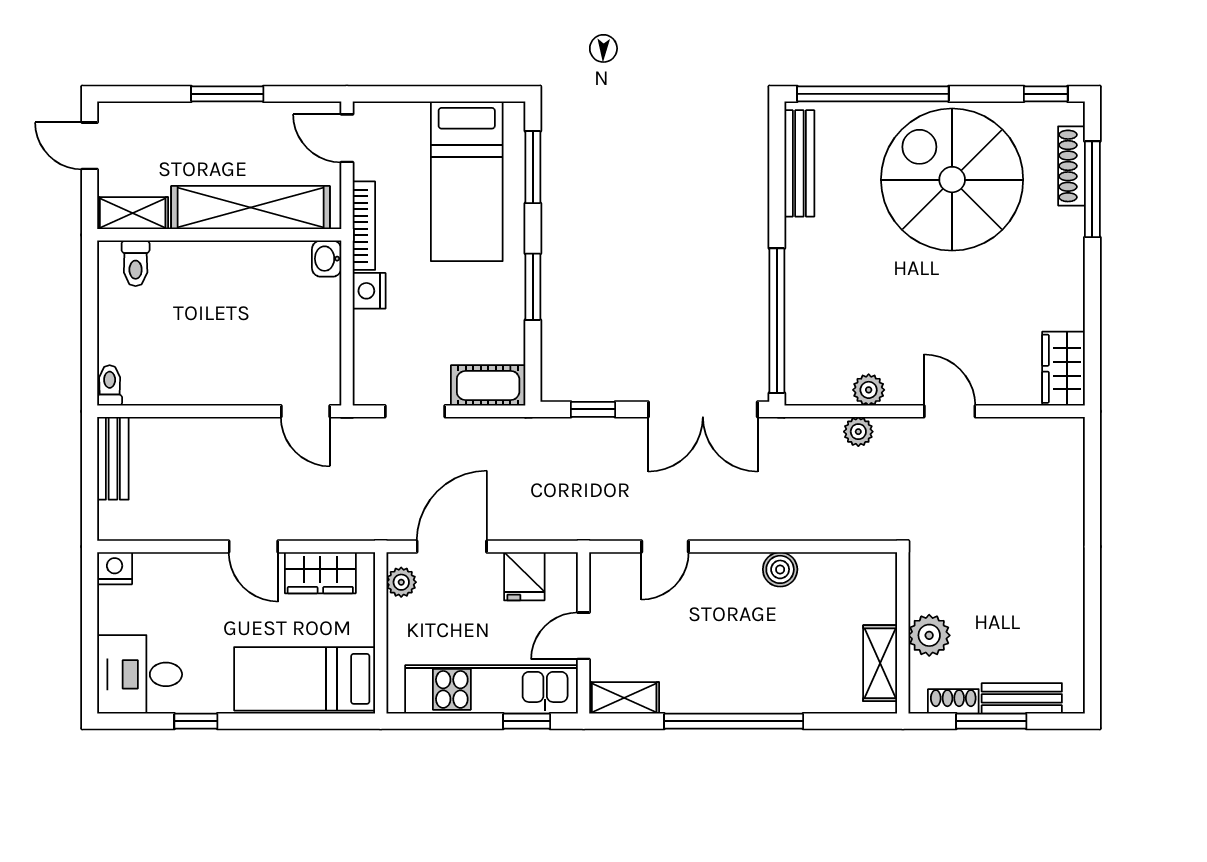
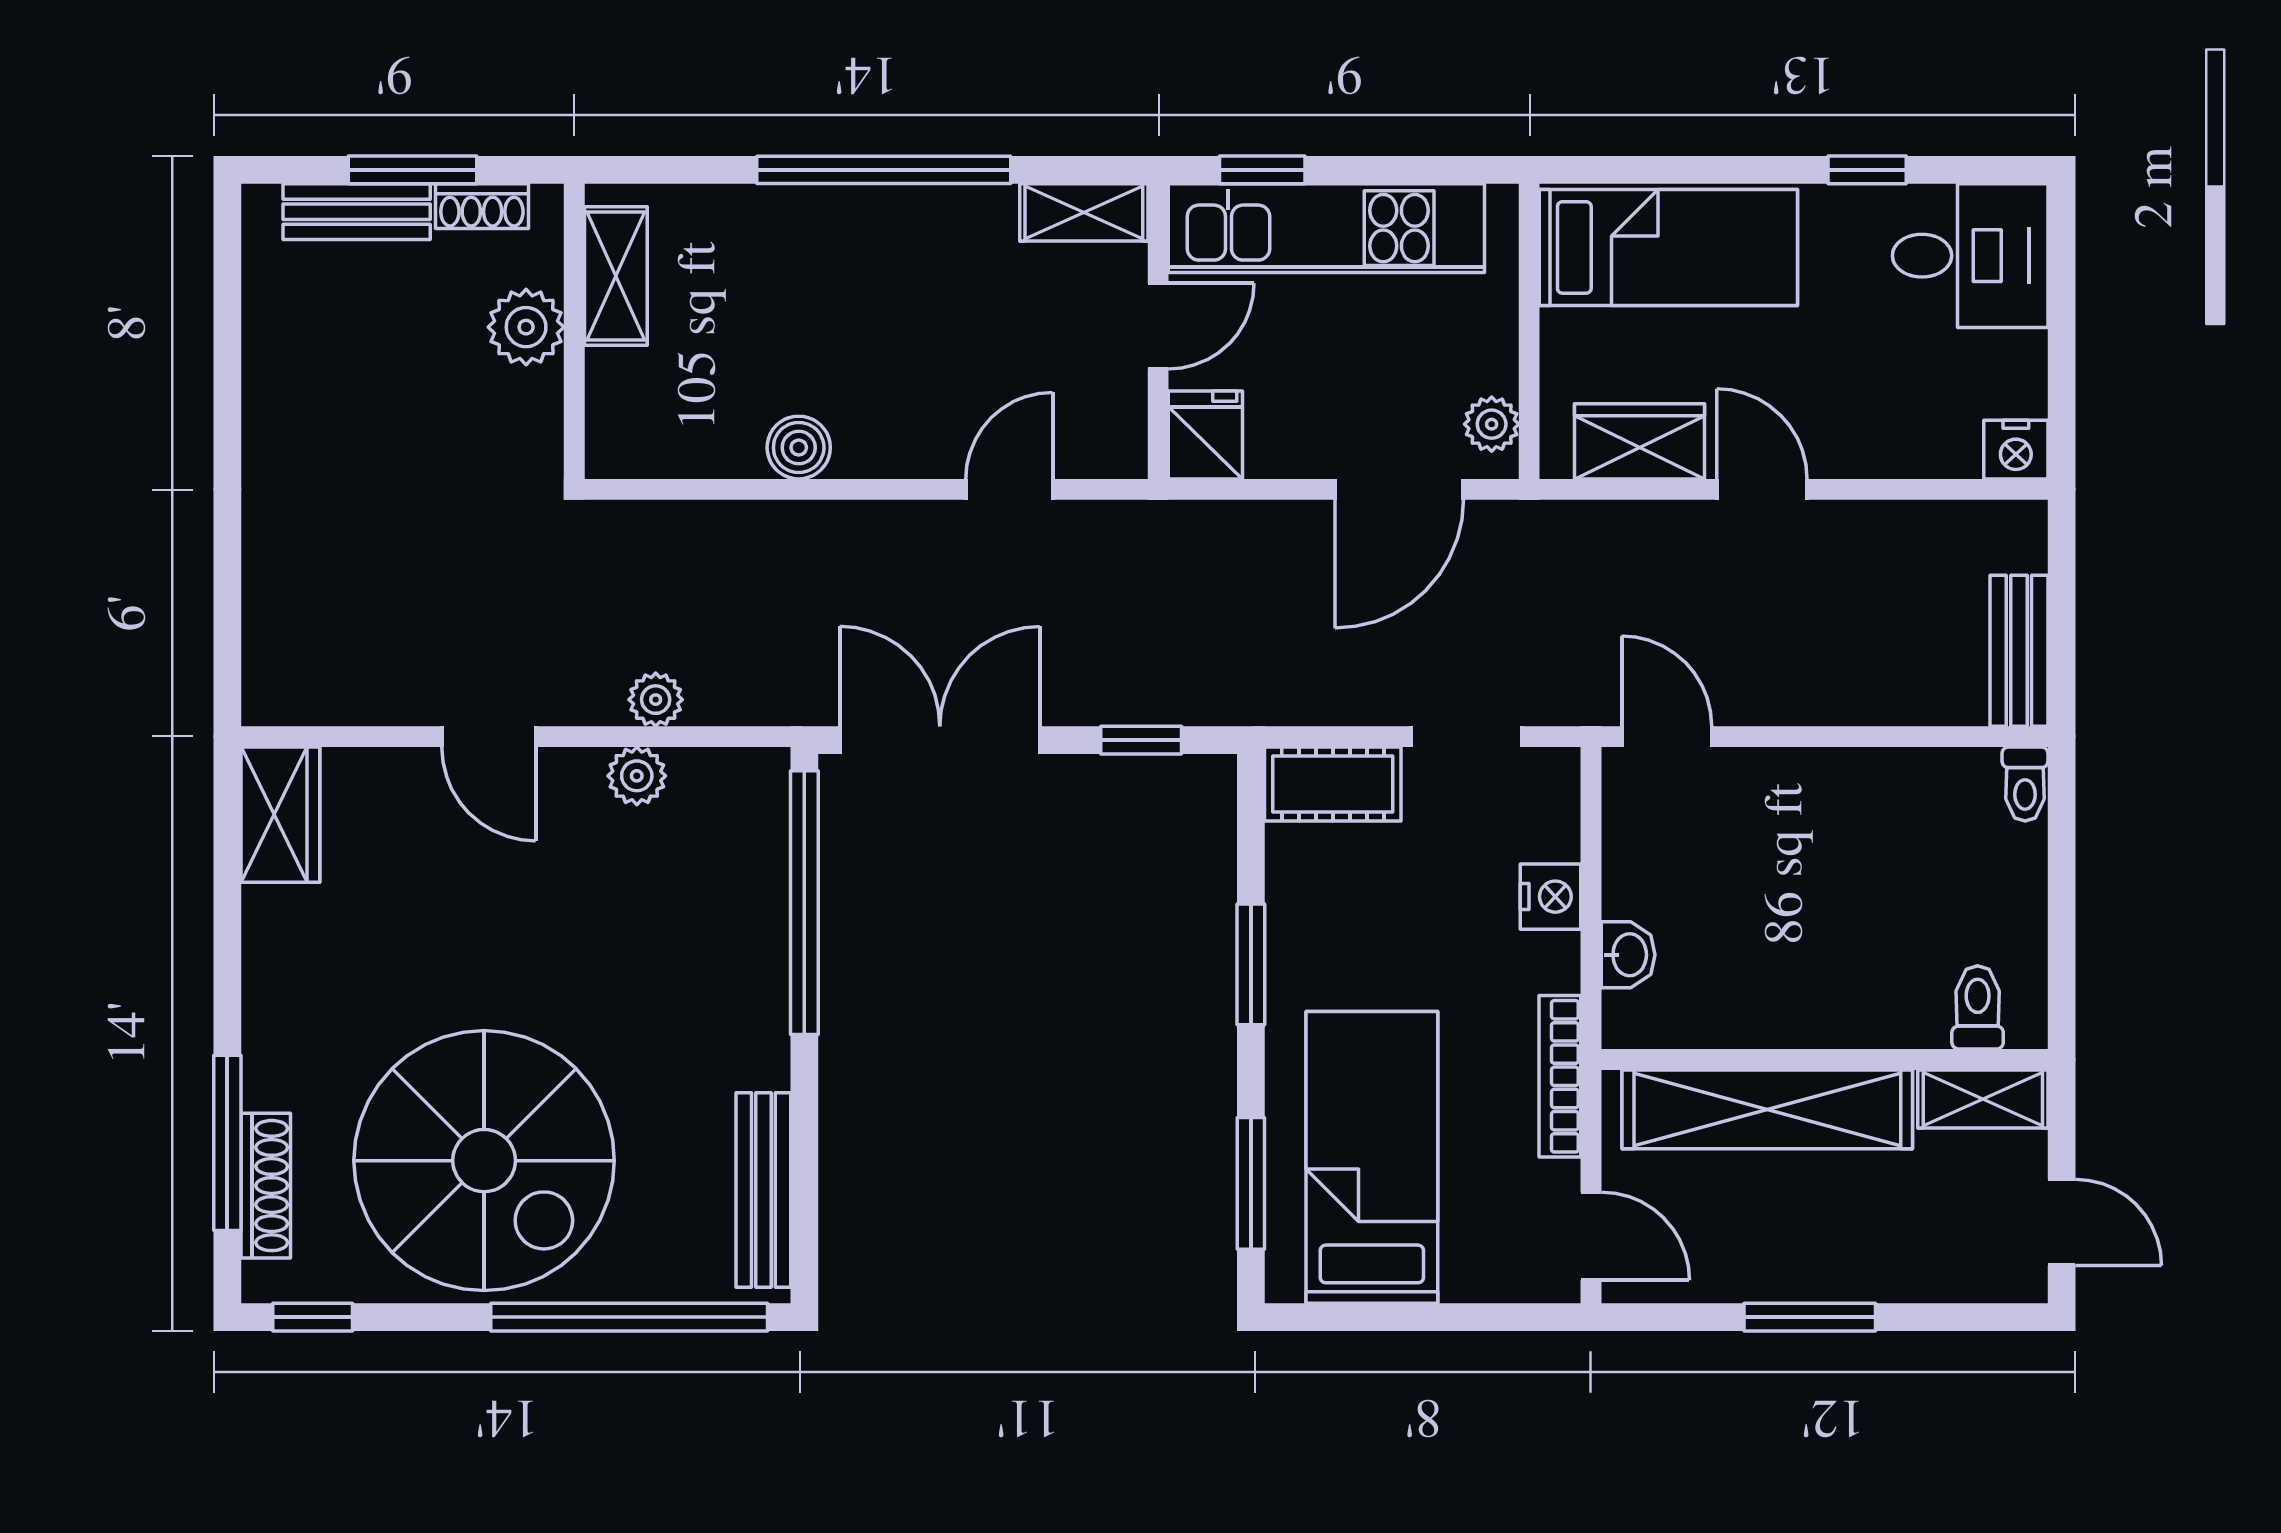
washbasin: (327, 259) -> (1628, 955), moved
nightstand: (369, 291) -> (1551, 897), moved
fridge: (524, 576) -> (1205, 435), moved

